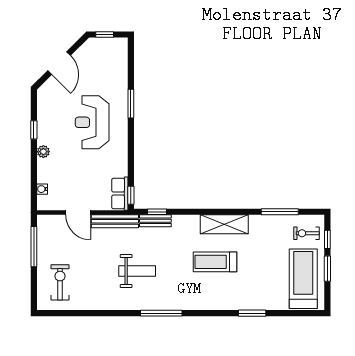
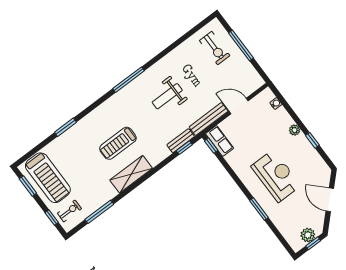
plant: (104, 46) -> (308, 235), added
window: (34, 247) -> (241, 46), moved
treadmill: (215, 262) -> (118, 143), turned 180
window: (327, 269) -> (28, 186), moved

